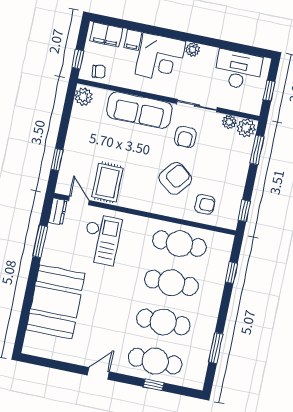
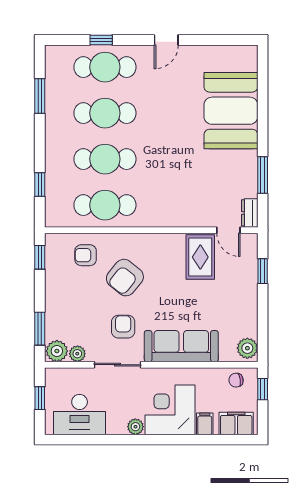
checkout: (101, 240) -> (194, 191), removed

